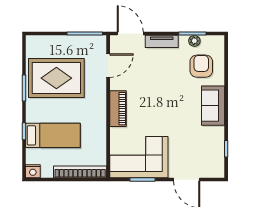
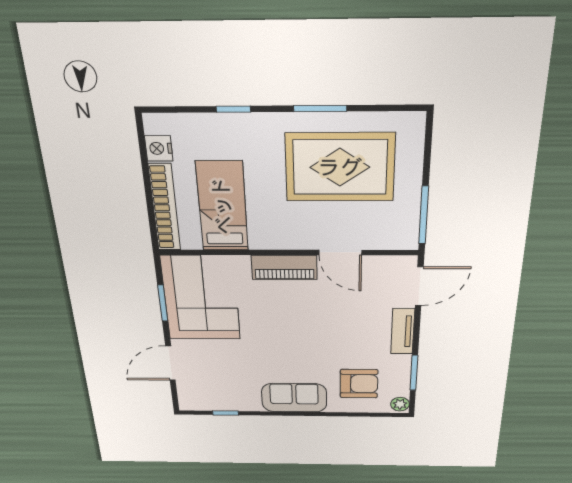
plant: (194, 41) -> (400, 404), moved
door: (108, 66) -> (340, 253), moved
rug: (56, 78) -> (340, 167), turned 90
bed: (53, 135) -> (222, 206), moved, turned 180
nightstand: (33, 171) -> (159, 148), moved

